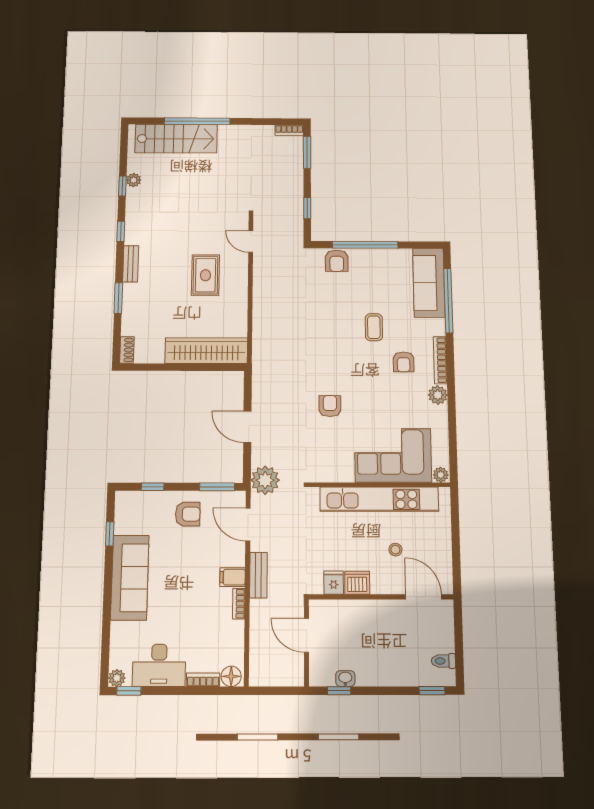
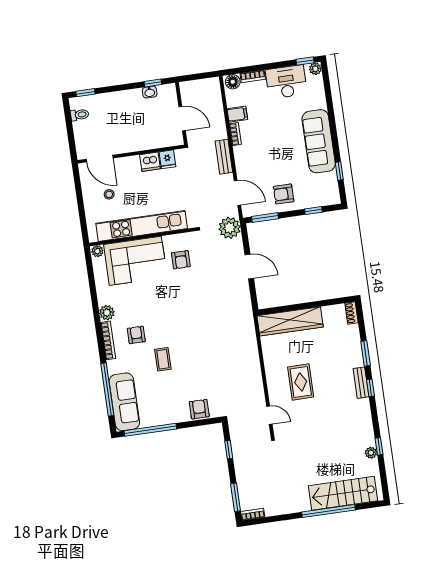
window: (121, 231) -> (371, 388), moved
window: (365, 245) -> (150, 430), moved
armchair: (330, 406) -> (181, 260), moved
stool: (395, 550) -> (109, 194), moved
filing cabinet: (233, 577) -> (237, 114), moved

